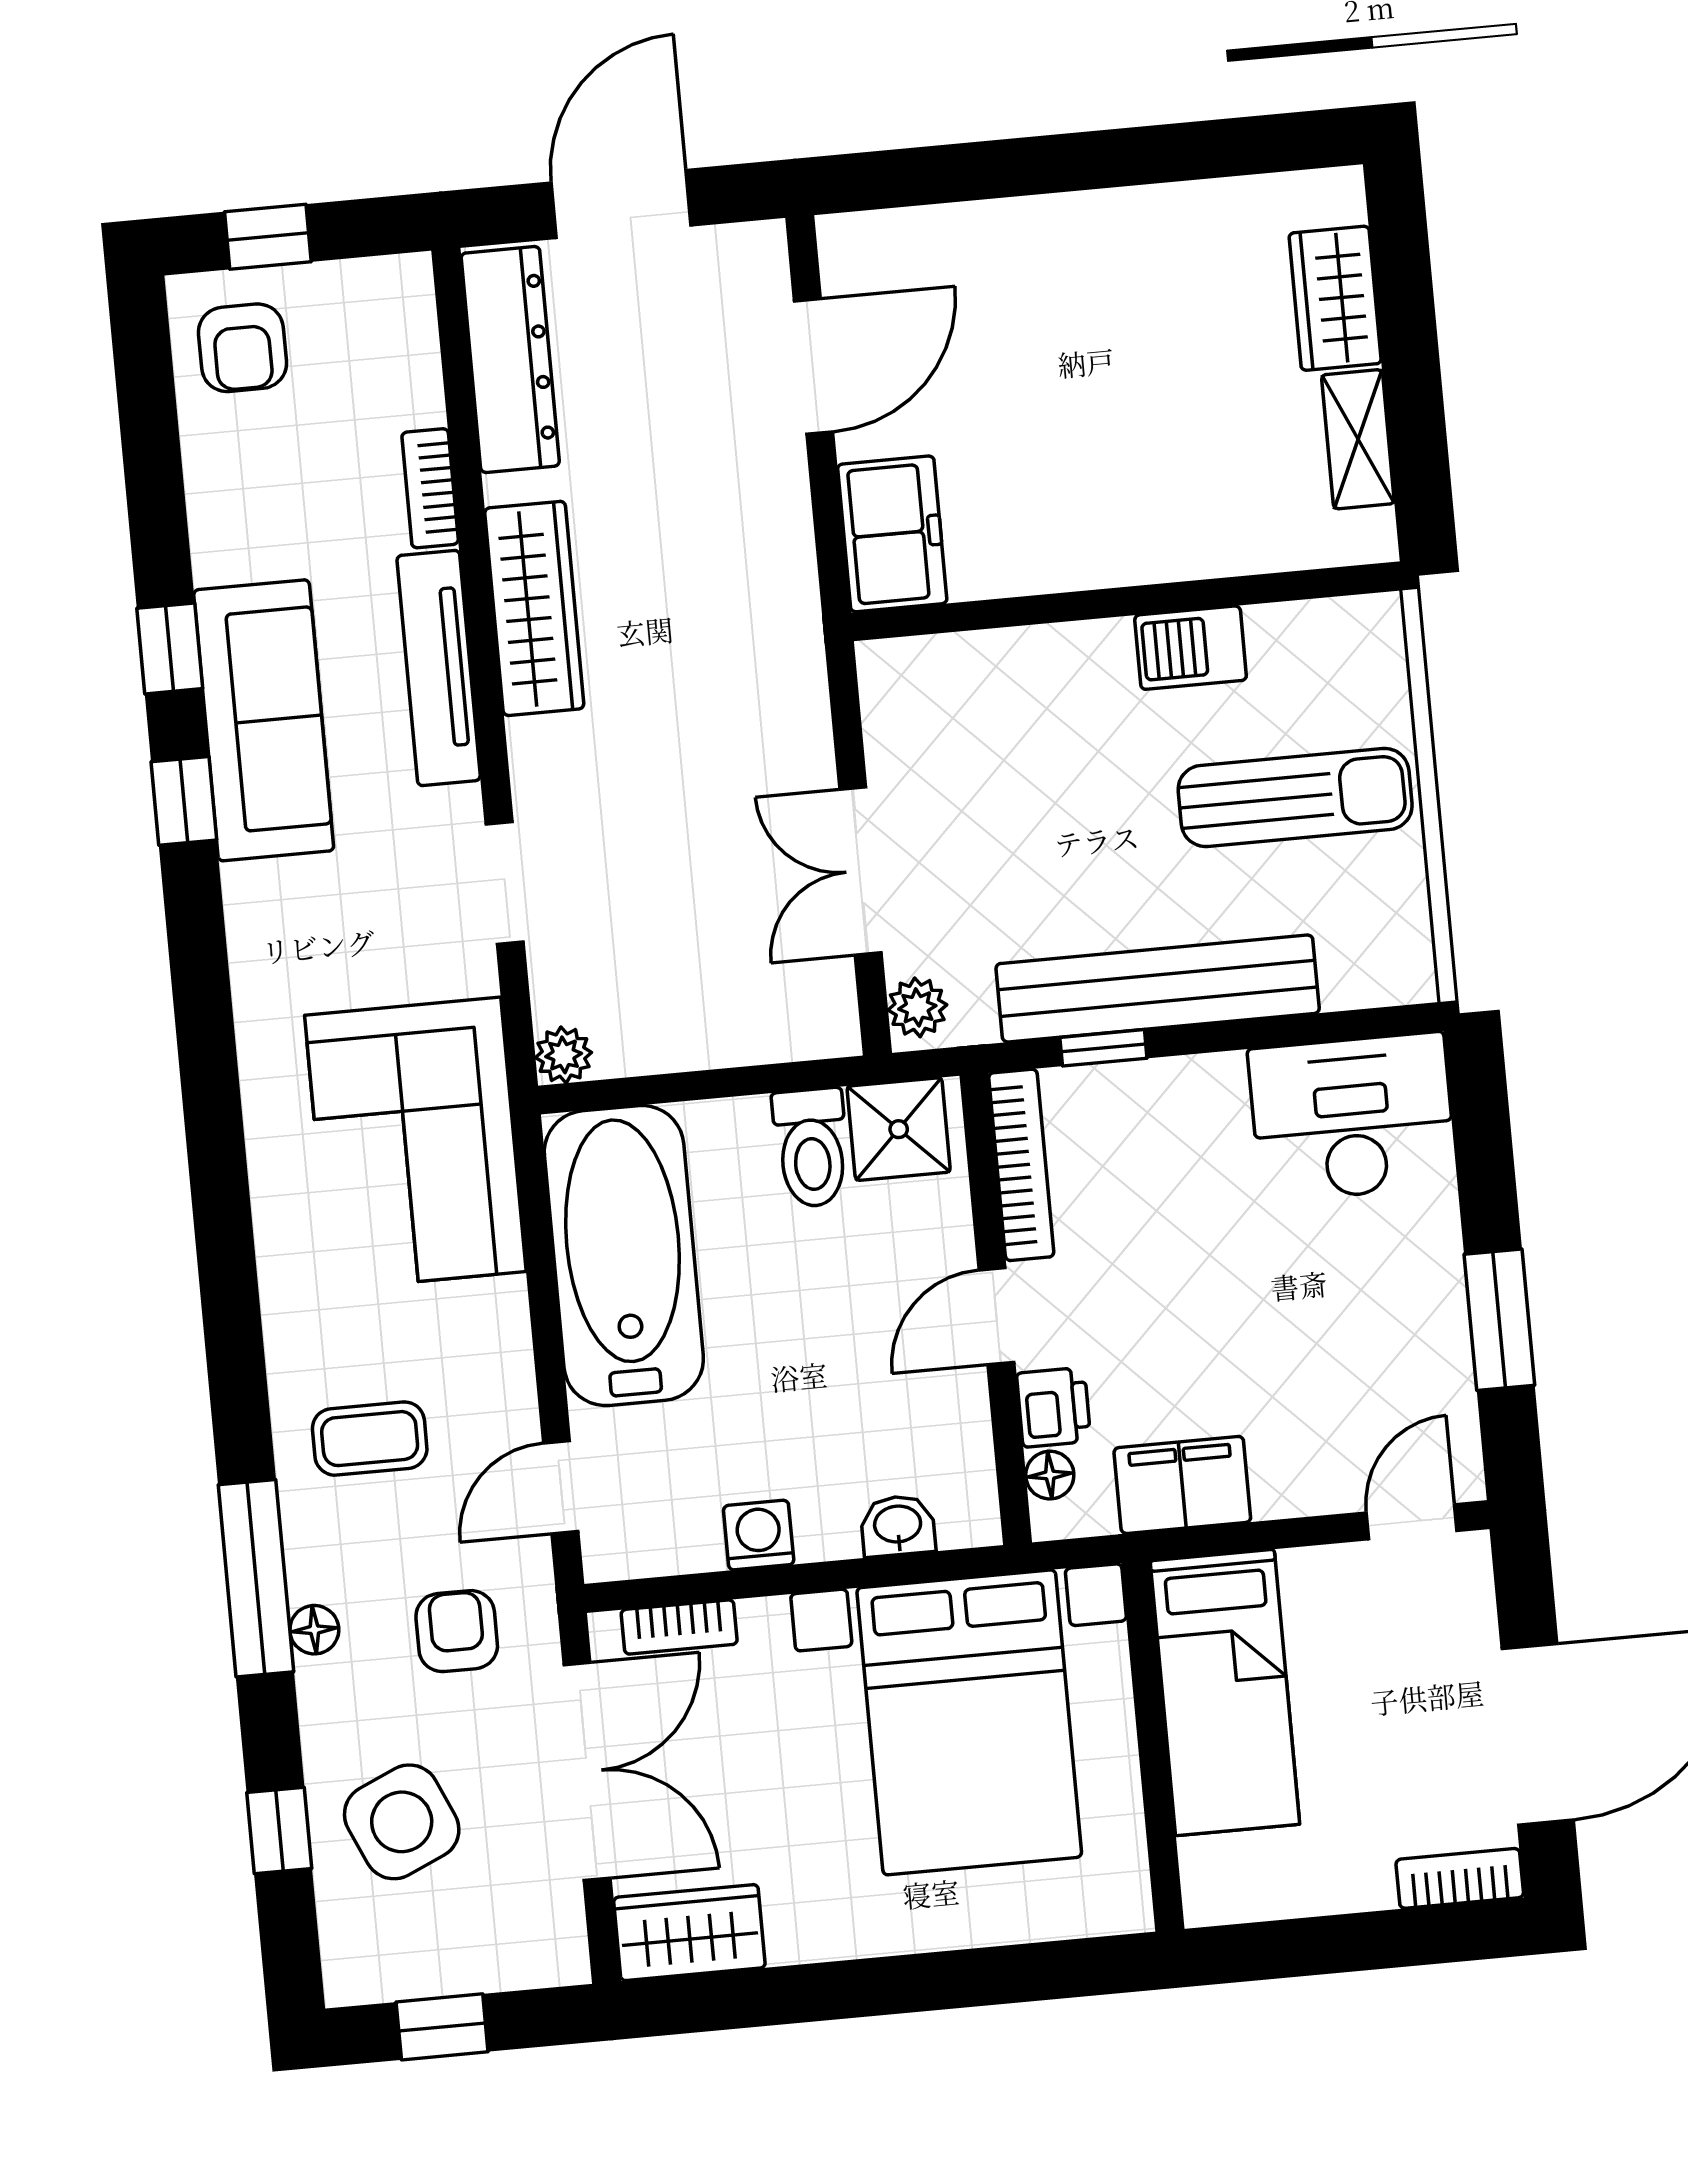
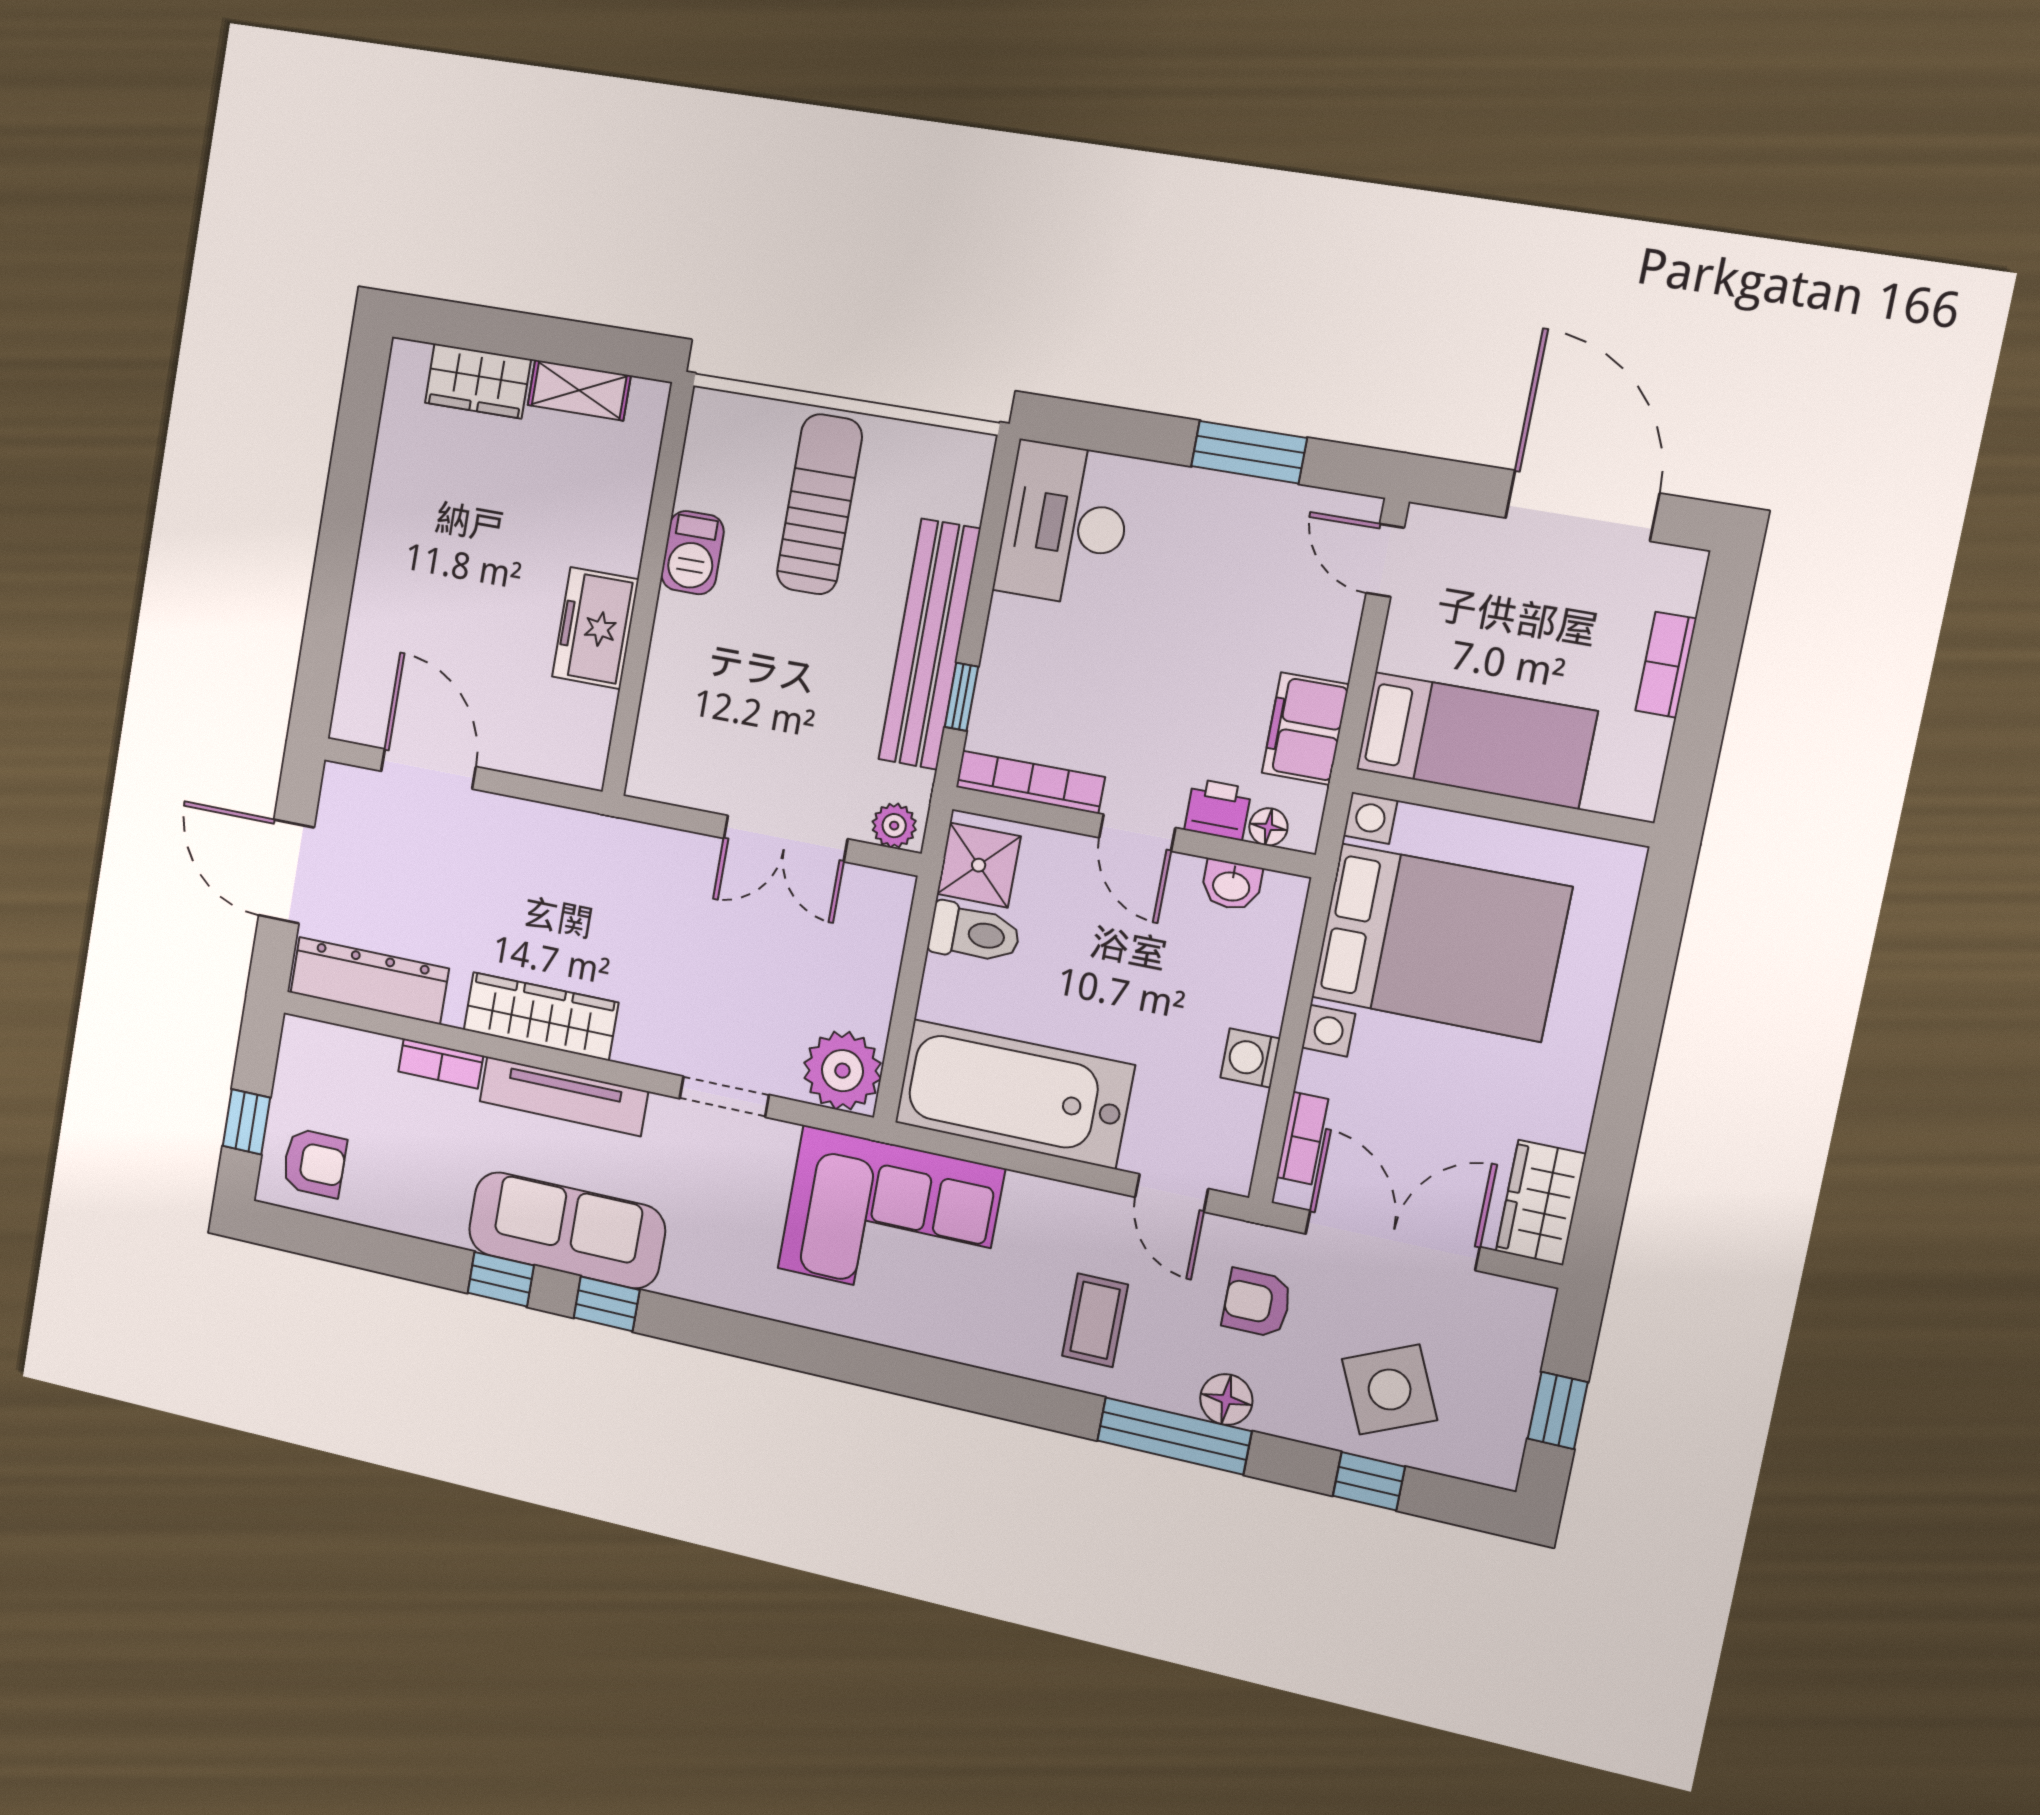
freezer: (892, 534) -> (595, 628), moved, turned -90
plant: (564, 1055) -> (842, 1071), width x1.88, depth x1.88
washbasin: (898, 1526) -> (1231, 885), moved, turned -90
floor lamp: (314, 1630) -> (1226, 1400), width x1.37, depth x1.37
bookcase: (1460, 1878) -> (1666, 665), moved

